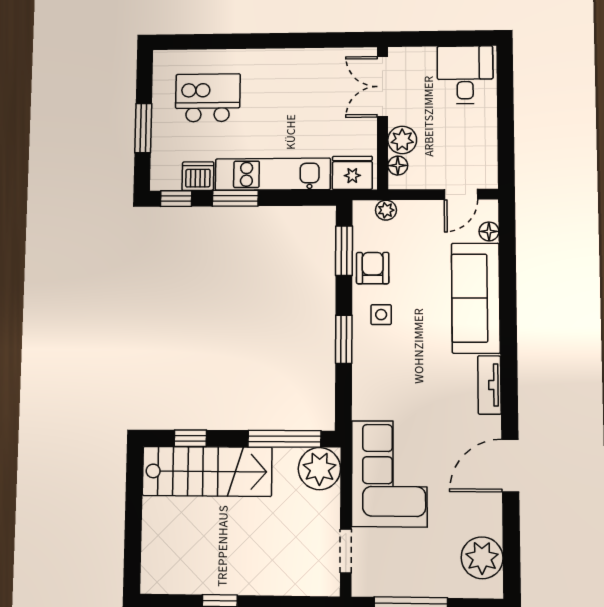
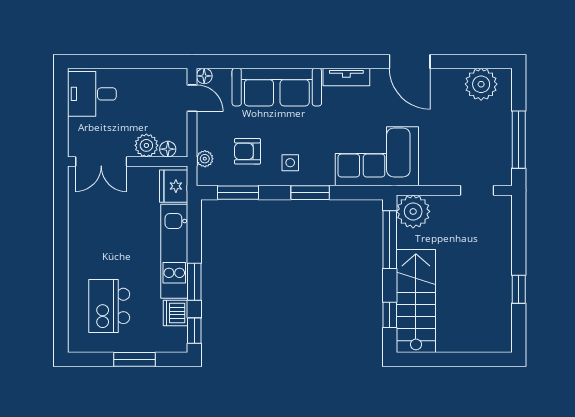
floor lamp: (489, 231) -> (204, 76), moved
armchair: (373, 268) -> (247, 151), moved
corner sofa: (389, 474) -> (377, 156), moved

